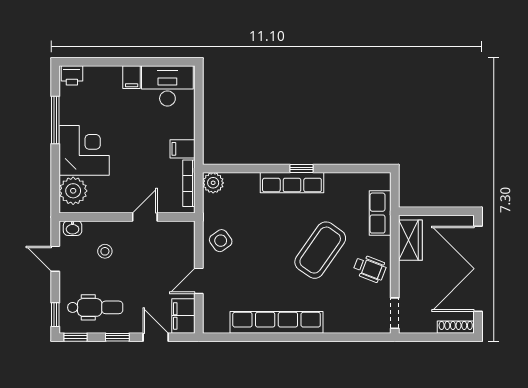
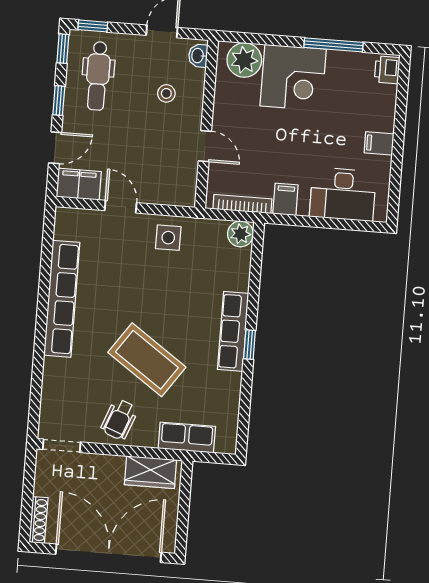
desk: (167, 86) -> (343, 194), moved, turned 90
side table: (221, 241) -> (168, 238), turned 36

